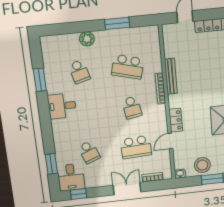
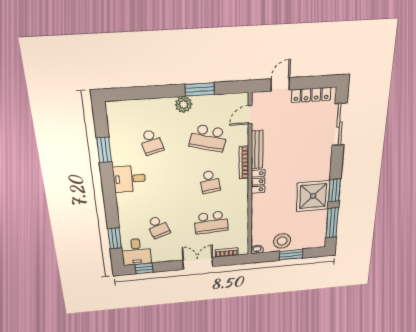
plant: (87, 39) -> (184, 104), moved
locker: (176, 120) -> (258, 182), moved
door: (170, 141) -> (250, 115), moved

